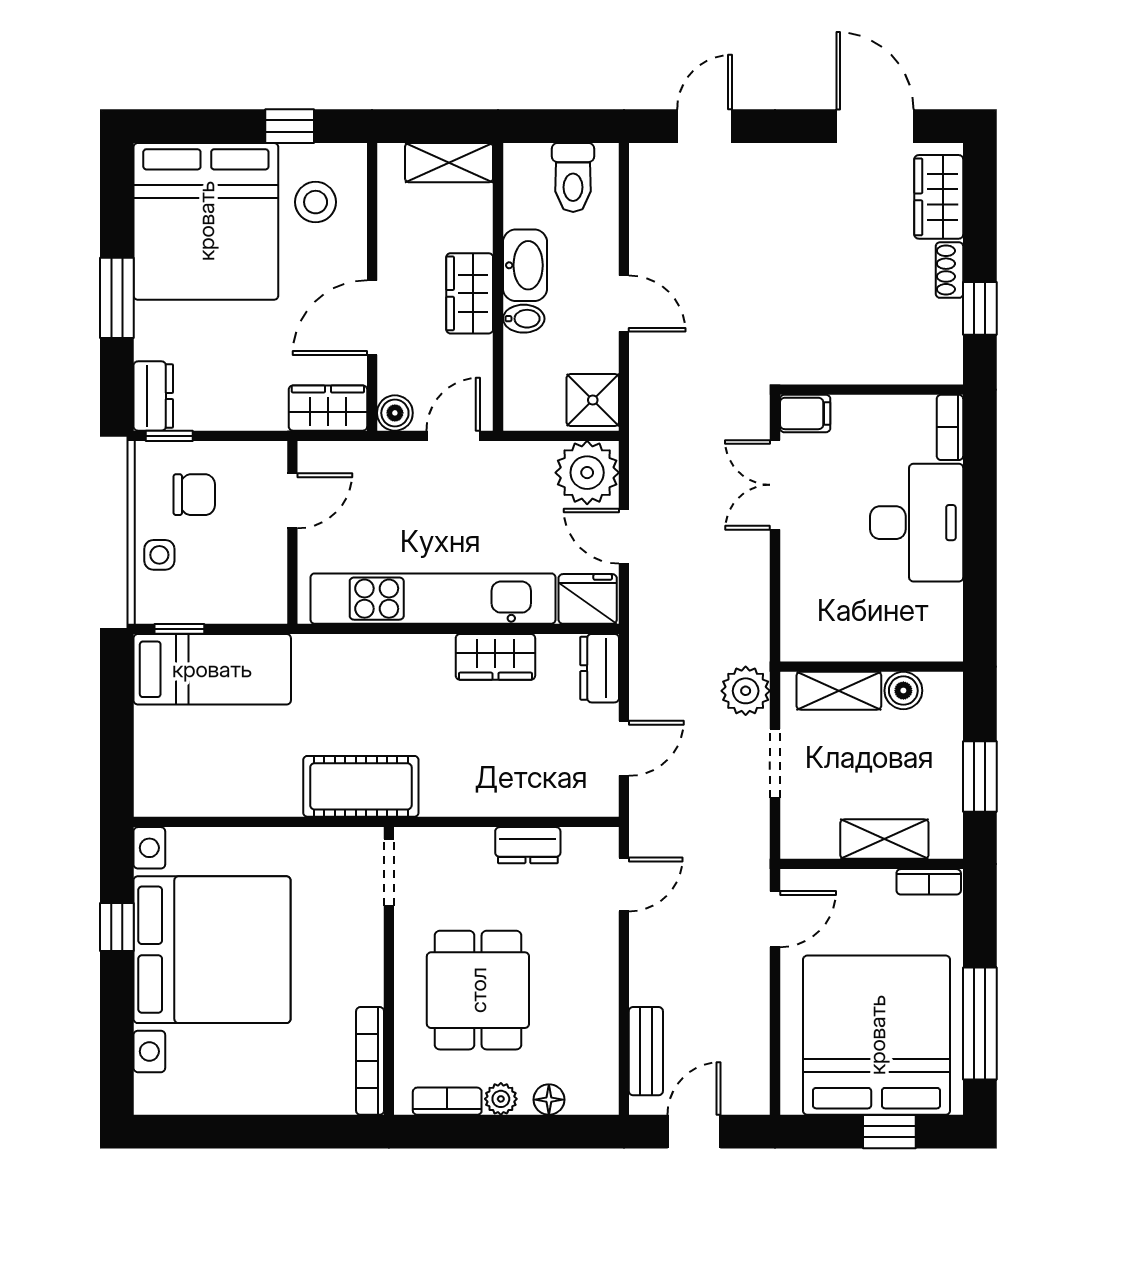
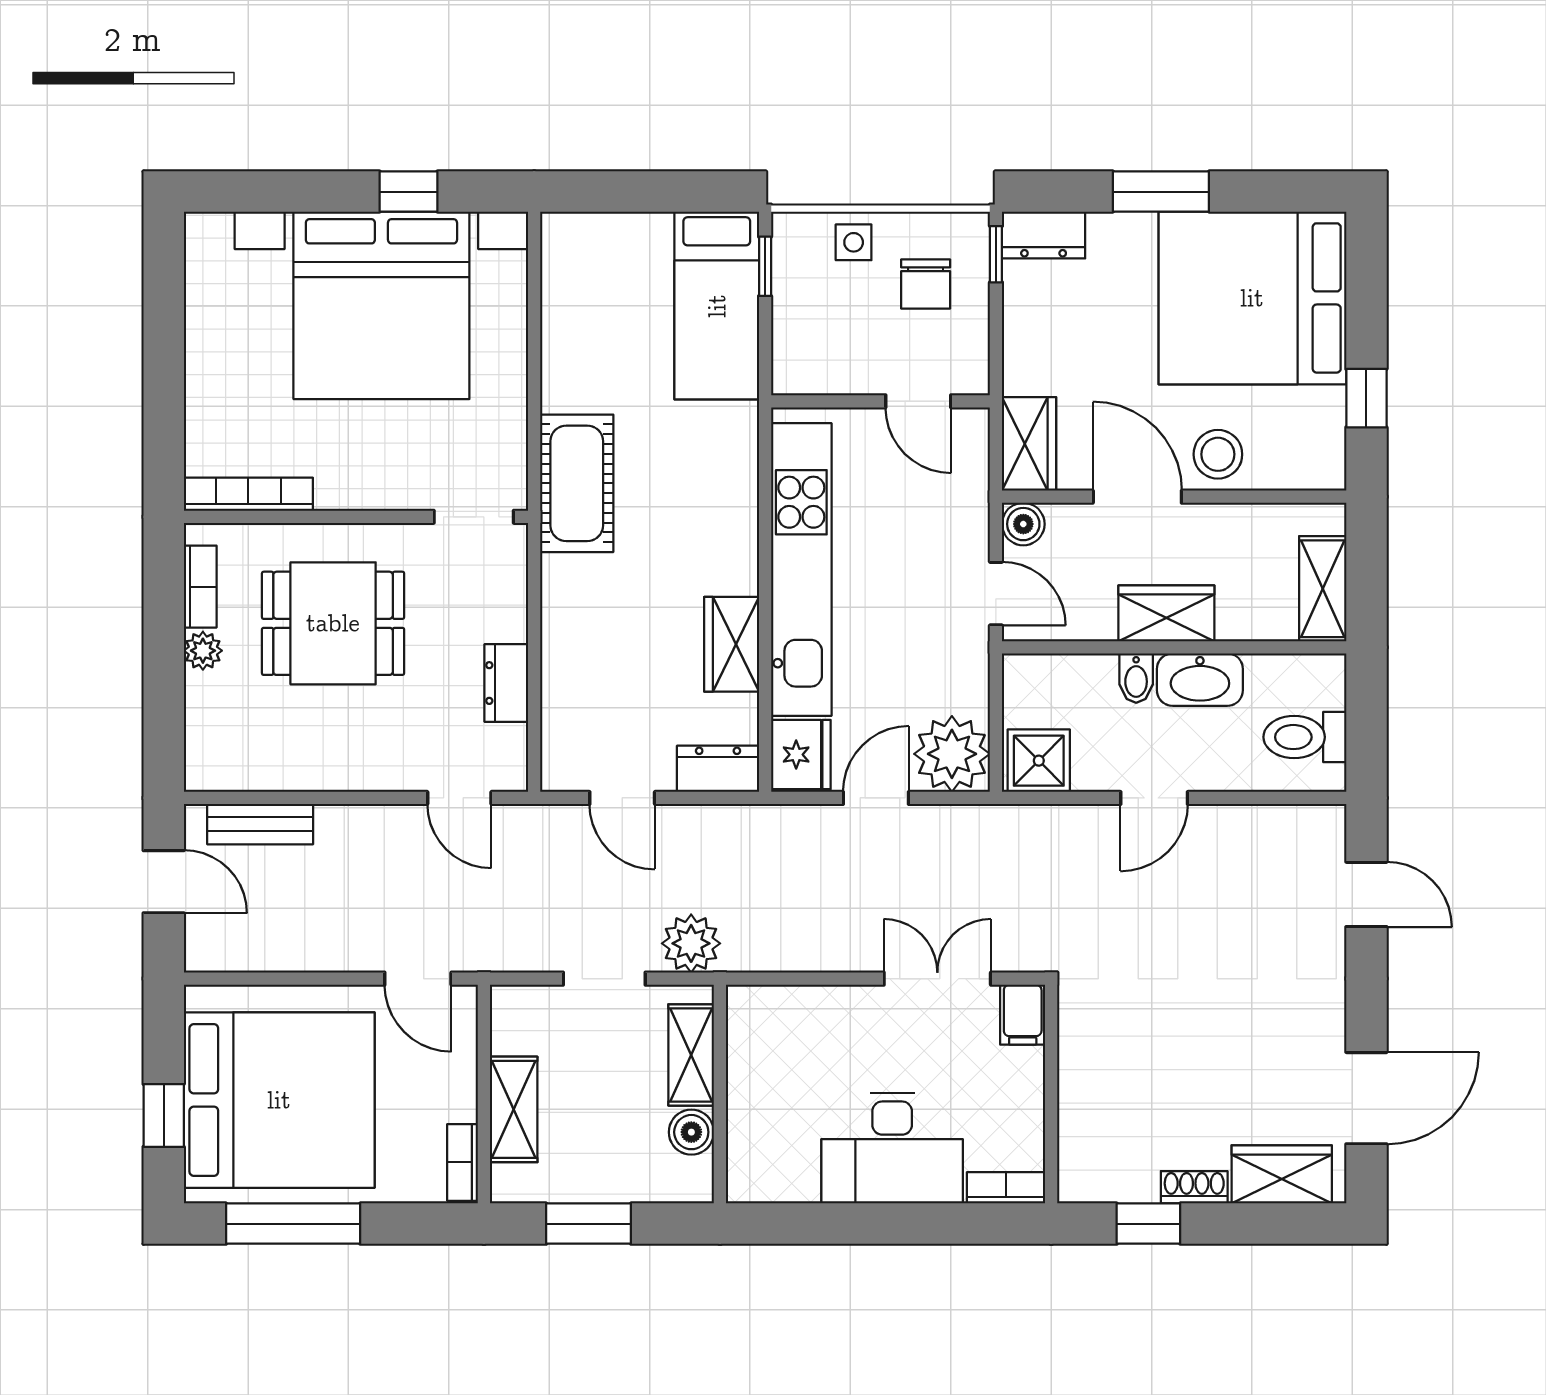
stool: (316, 202) -> (1218, 454), moved
floor lamp: (549, 1100) -> (202, 708), removed

